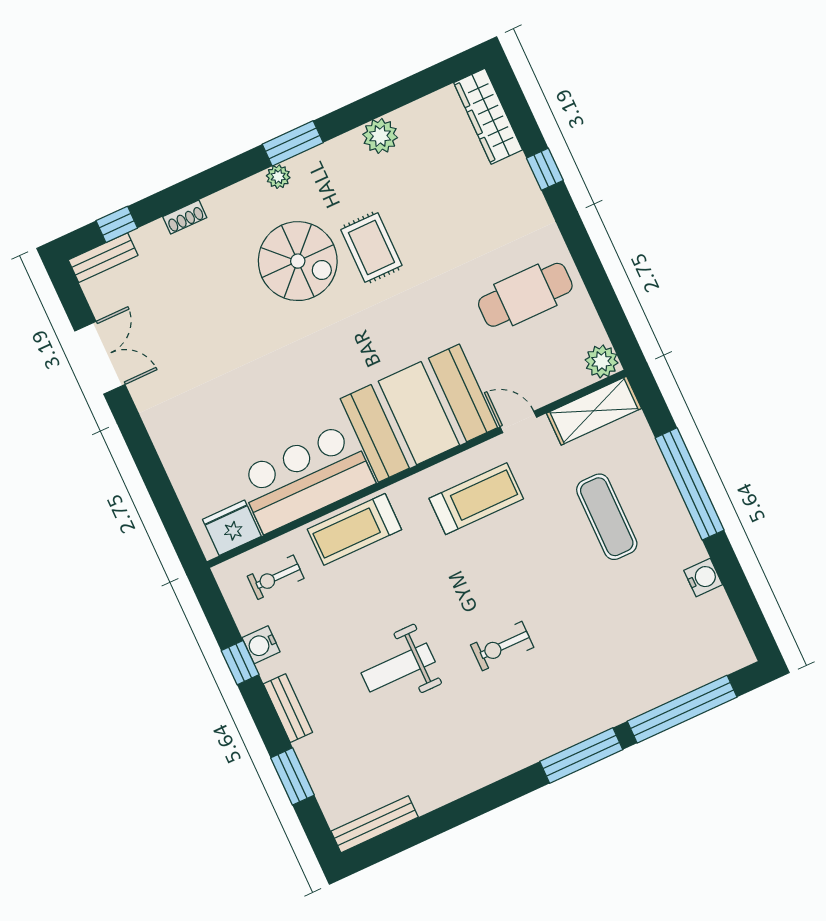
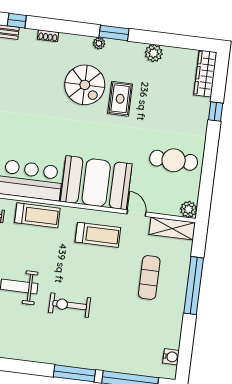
treadmill: (354, 529) -> (37, 215), turned 180
water cooler: (703, 578) -> (171, 357), moved
exercise bike: (502, 646) -> (70, 305), width x1.38, depth x1.39

